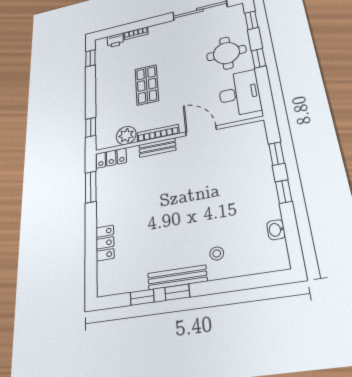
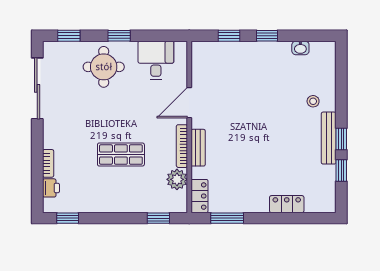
desk: (239, 93) -> (156, 60), width x0.73

